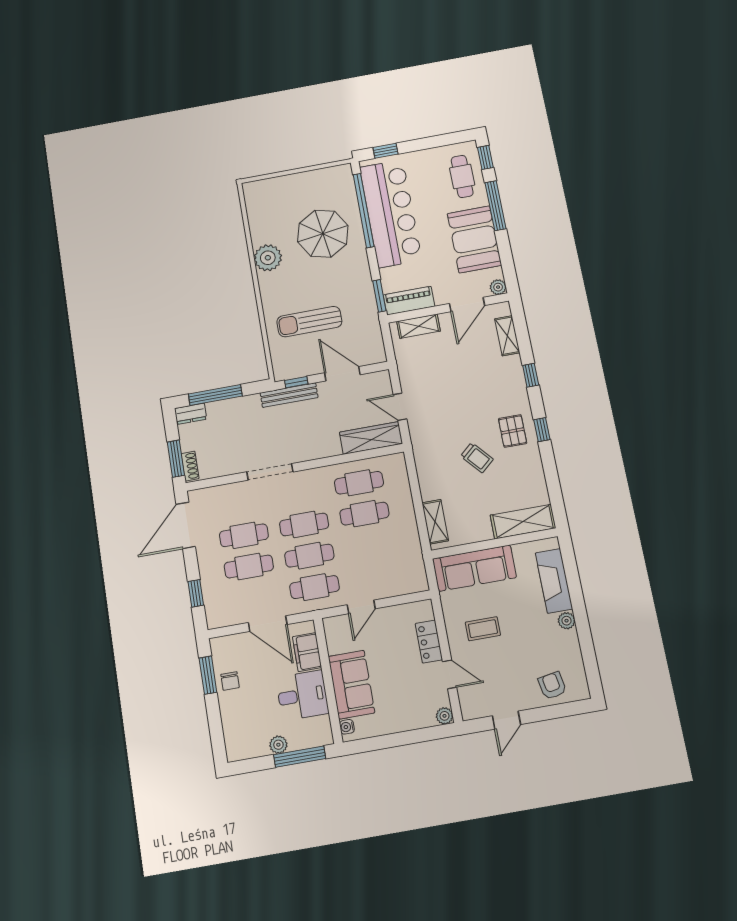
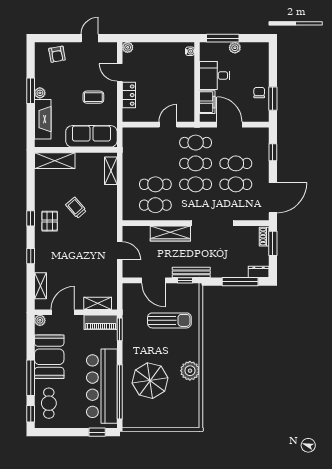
wardrobe: (371, 438) -> (170, 233), moved
doorway: (270, 472) -> (212, 223), width x1.36
window: (582, 621) -> (31, 91), added
sofa: (351, 685) -> (183, 77), removed

